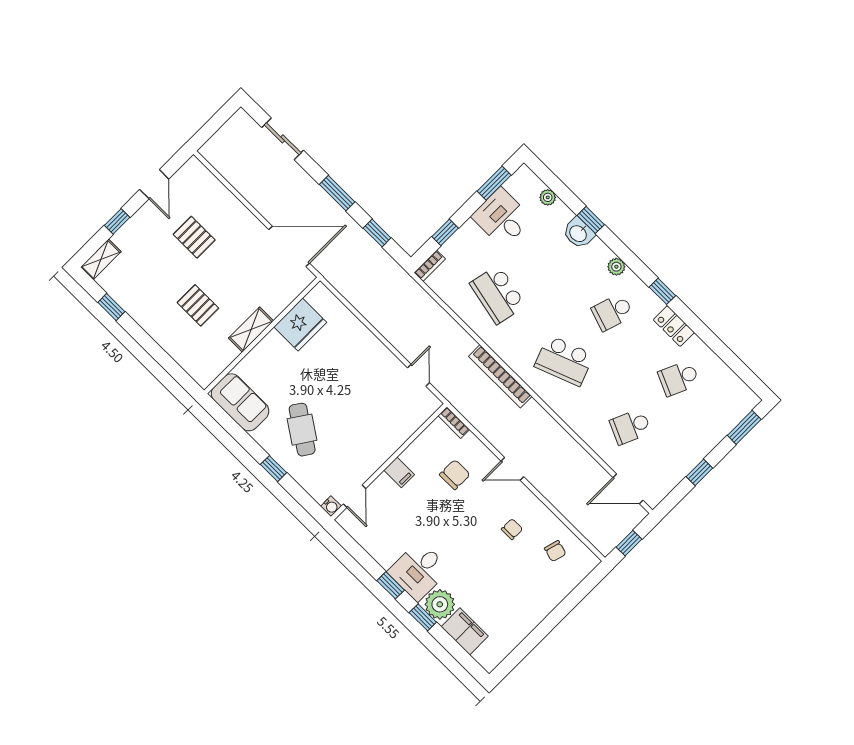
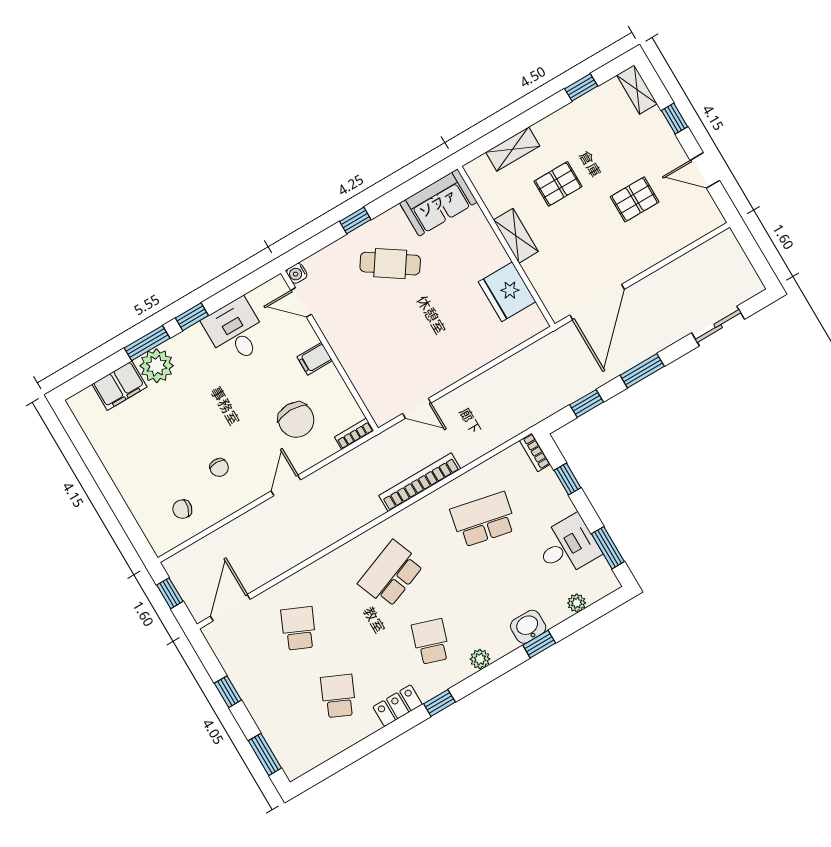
shelving: (178, 351) -> (513, 149), added
bookcase: (500, 376) -> (420, 482), moved
chair: (455, 475) -> (296, 420), width x1.37, depth x1.37
desk: (419, 571) -> (235, 331), moved
window: (423, 617) -> (147, 343), width x1.50

